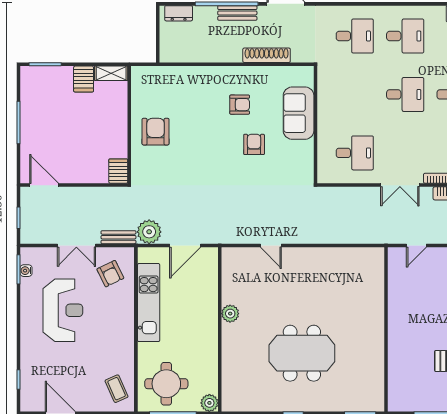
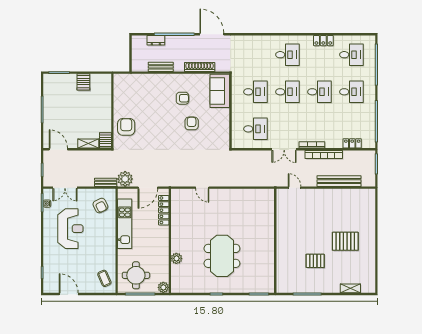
dresser: (179, 13) -> (156, 40), moved
bench: (237, 13) -> (161, 67), moved
desk: (355, 36) -> (255, 92), moved
shelving: (111, 73) -> (88, 144), moved
sofa: (299, 113) -> (220, 91), moved
armchair: (156, 132) -> (126, 127), moved
double door: (76, 245) -> (65, 188), moved
door: (416, 245) -> (295, 188), swing flipped
locker: (210, 281) -> (164, 210), added
plant: (230, 314) -> (176, 258), moved
meeting table: (302, 353) -> (222, 256), turned 90

